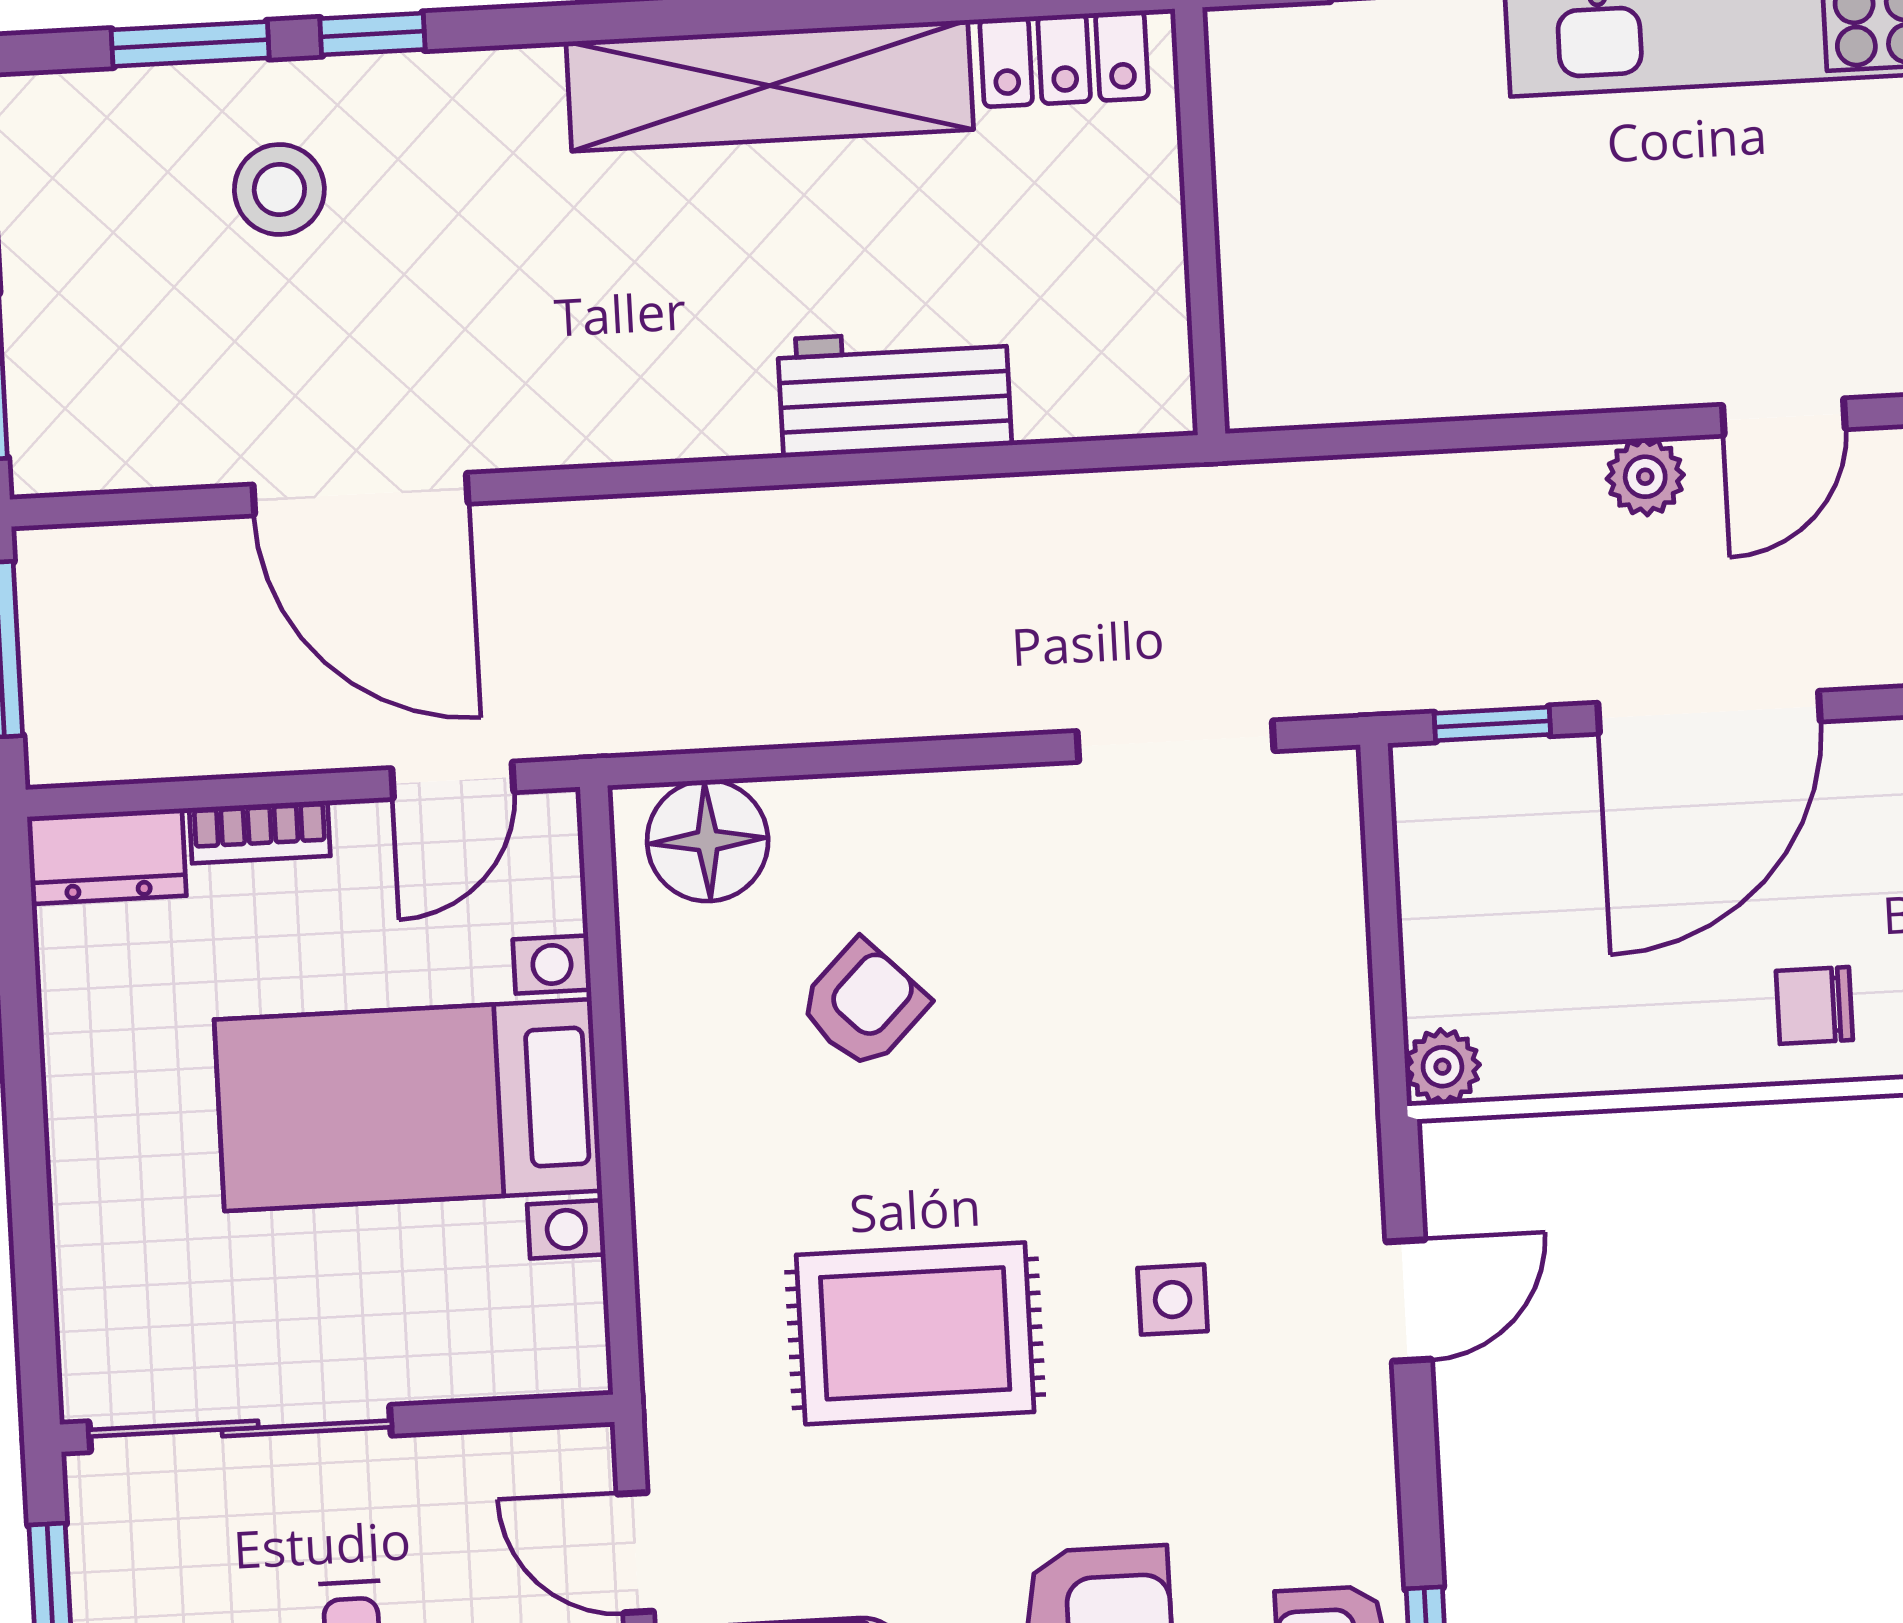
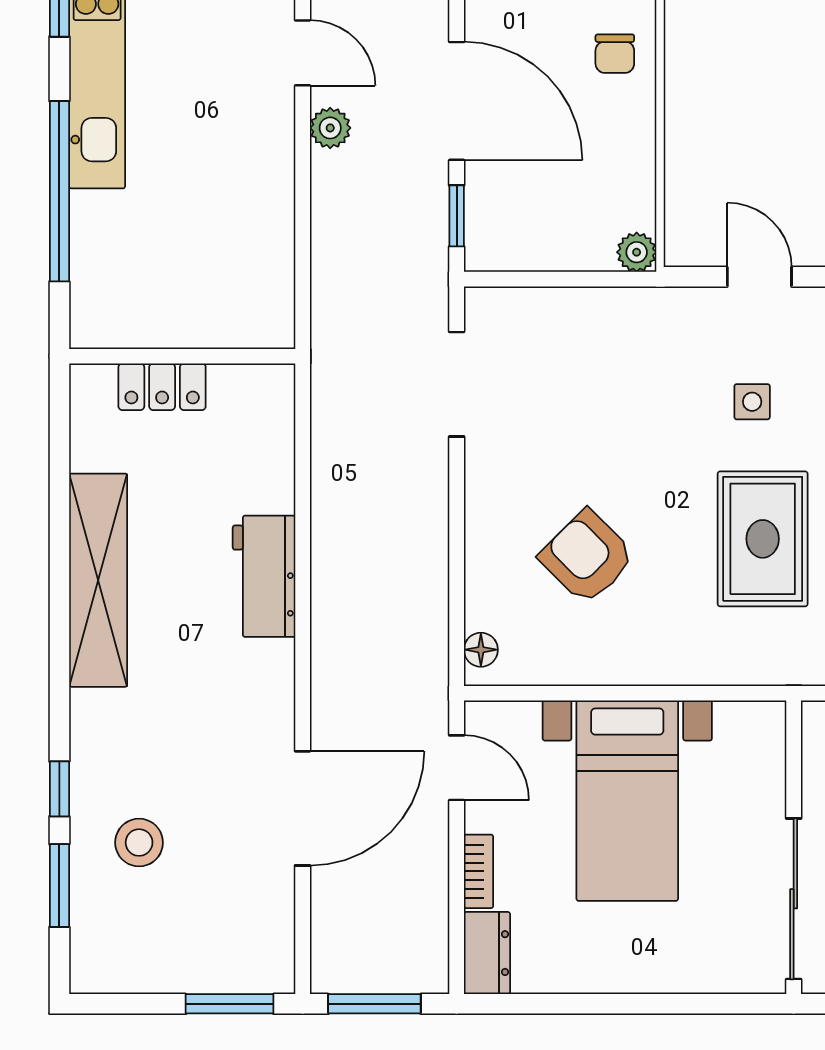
locker: (1064, 59) -> (162, 387), moved, turned 90
workbench: (895, 392) -> (264, 576), moved
floor lamp: (708, 841) -> (481, 650), width x0.53, depth x0.53
armchair: (863, 1005) -> (587, 557), width x1.38, depth x1.38

